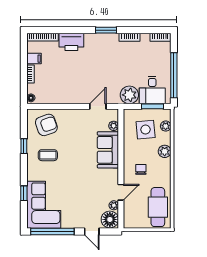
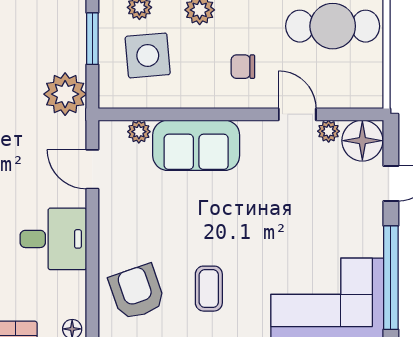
desk: (152, 90) -> (53, 239), moved

